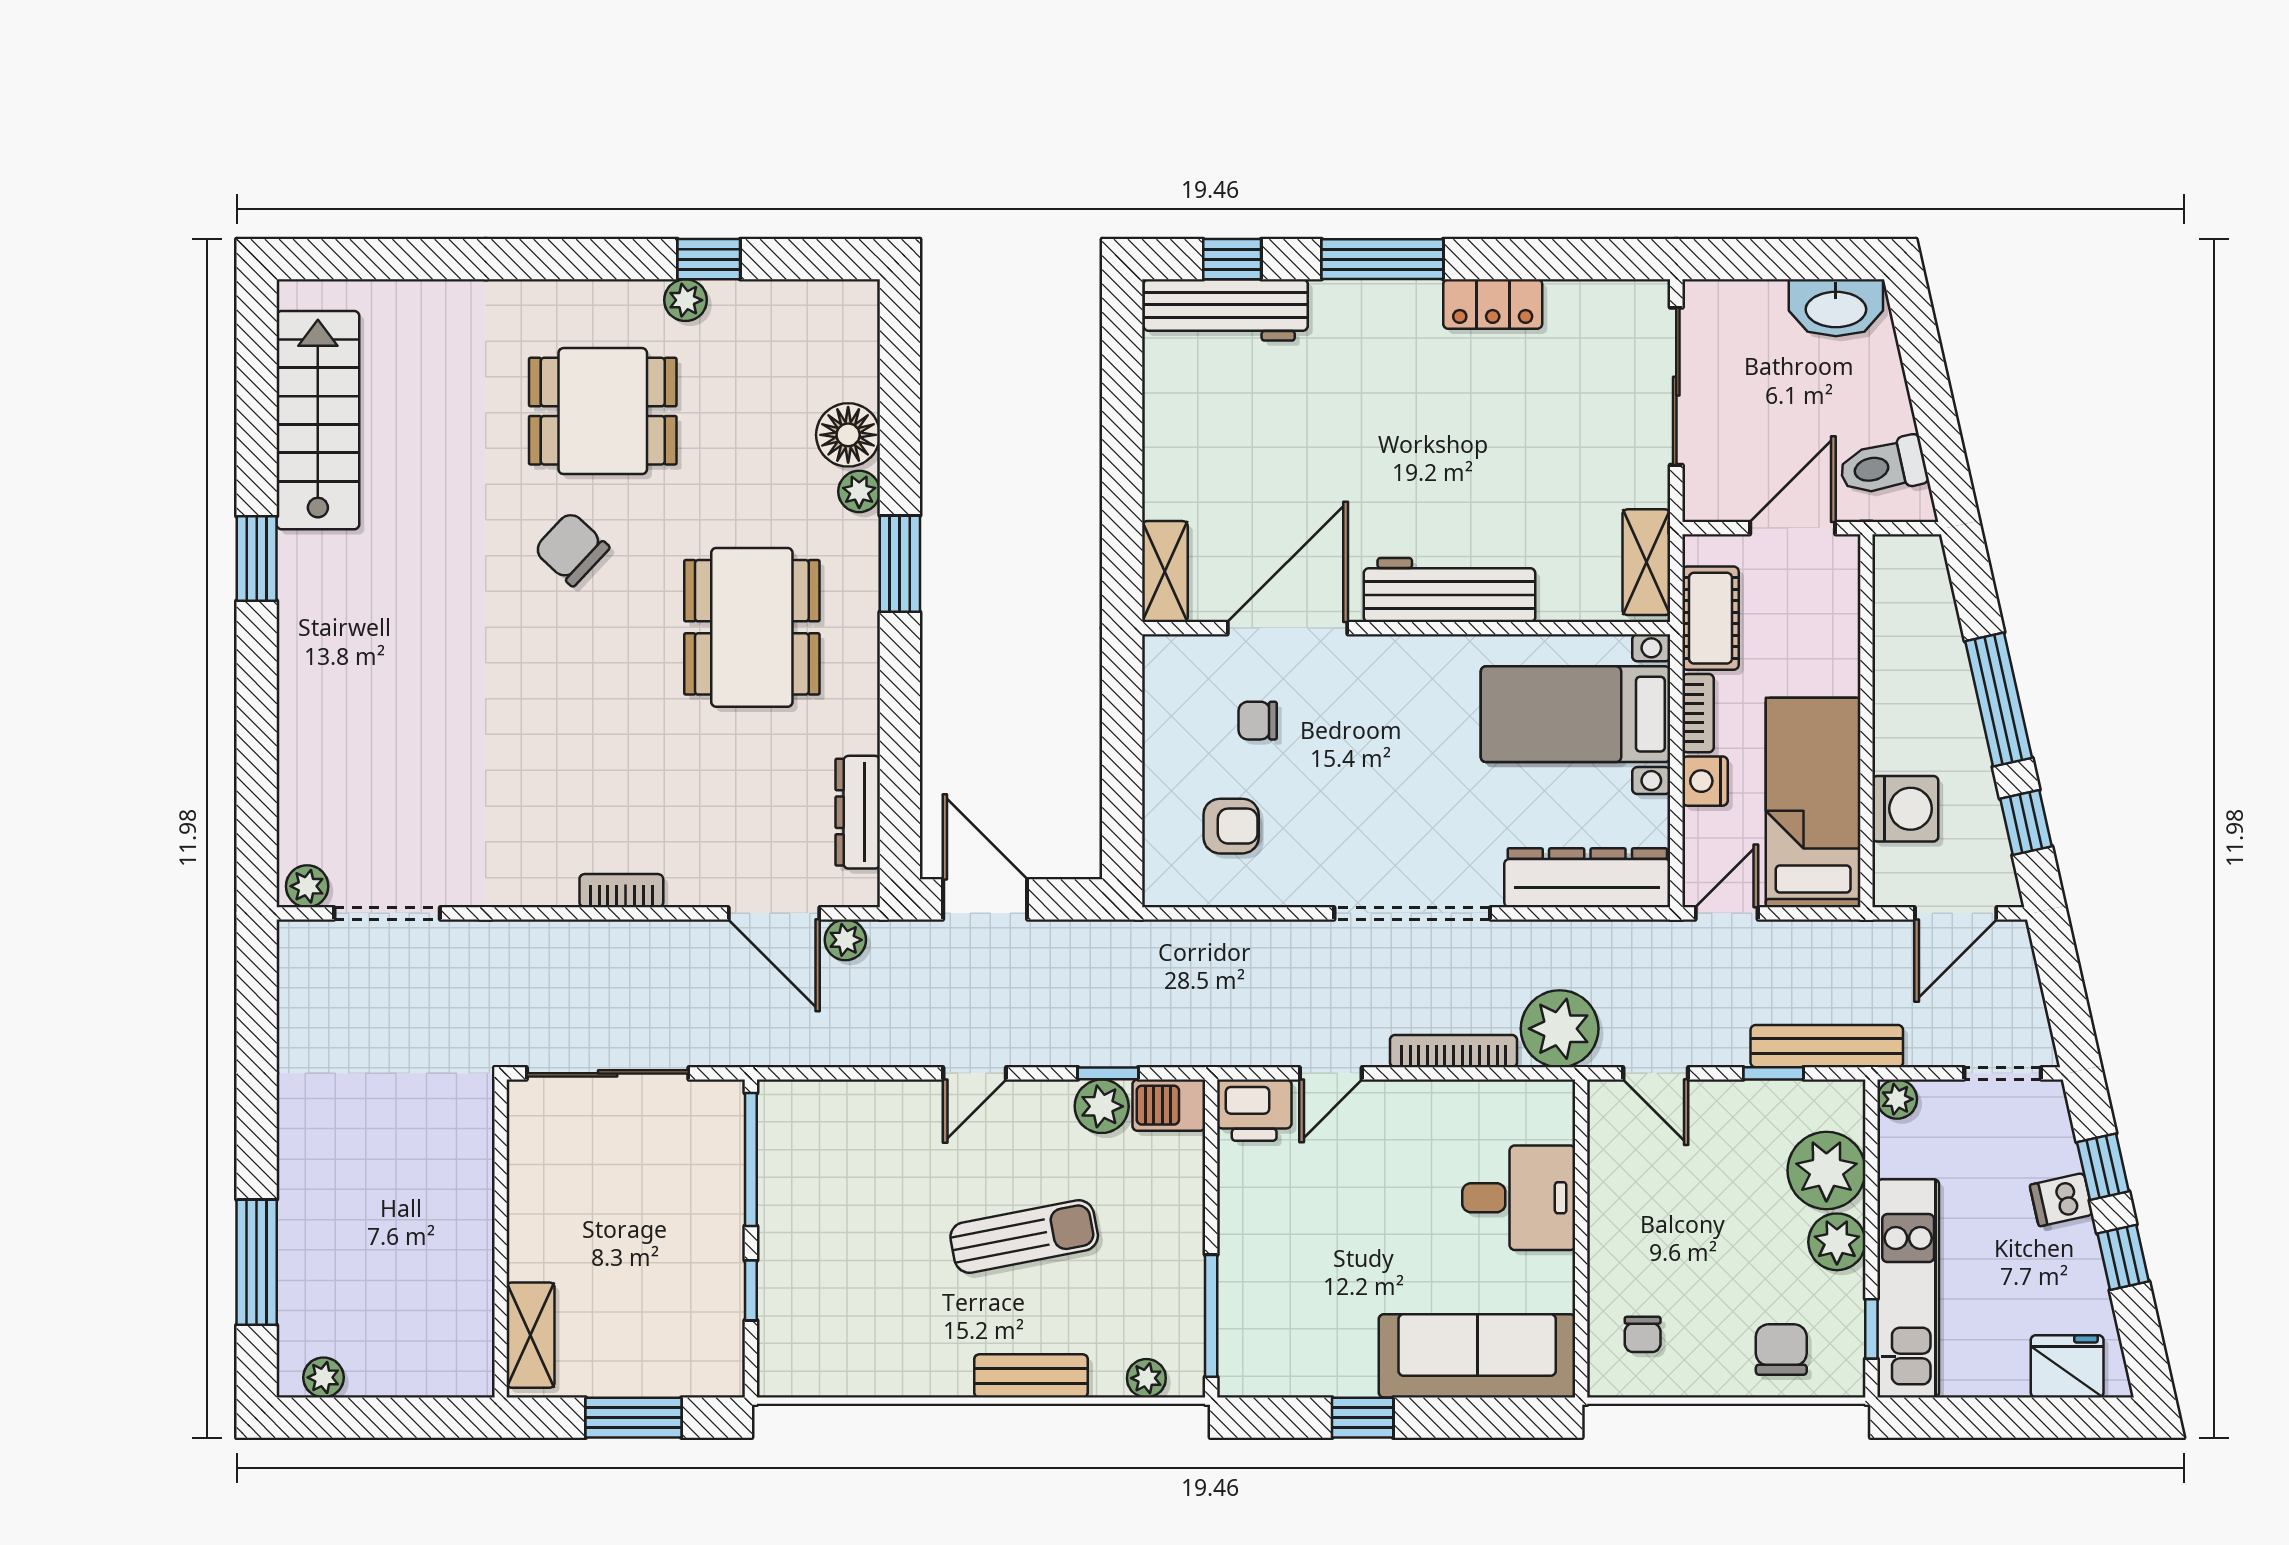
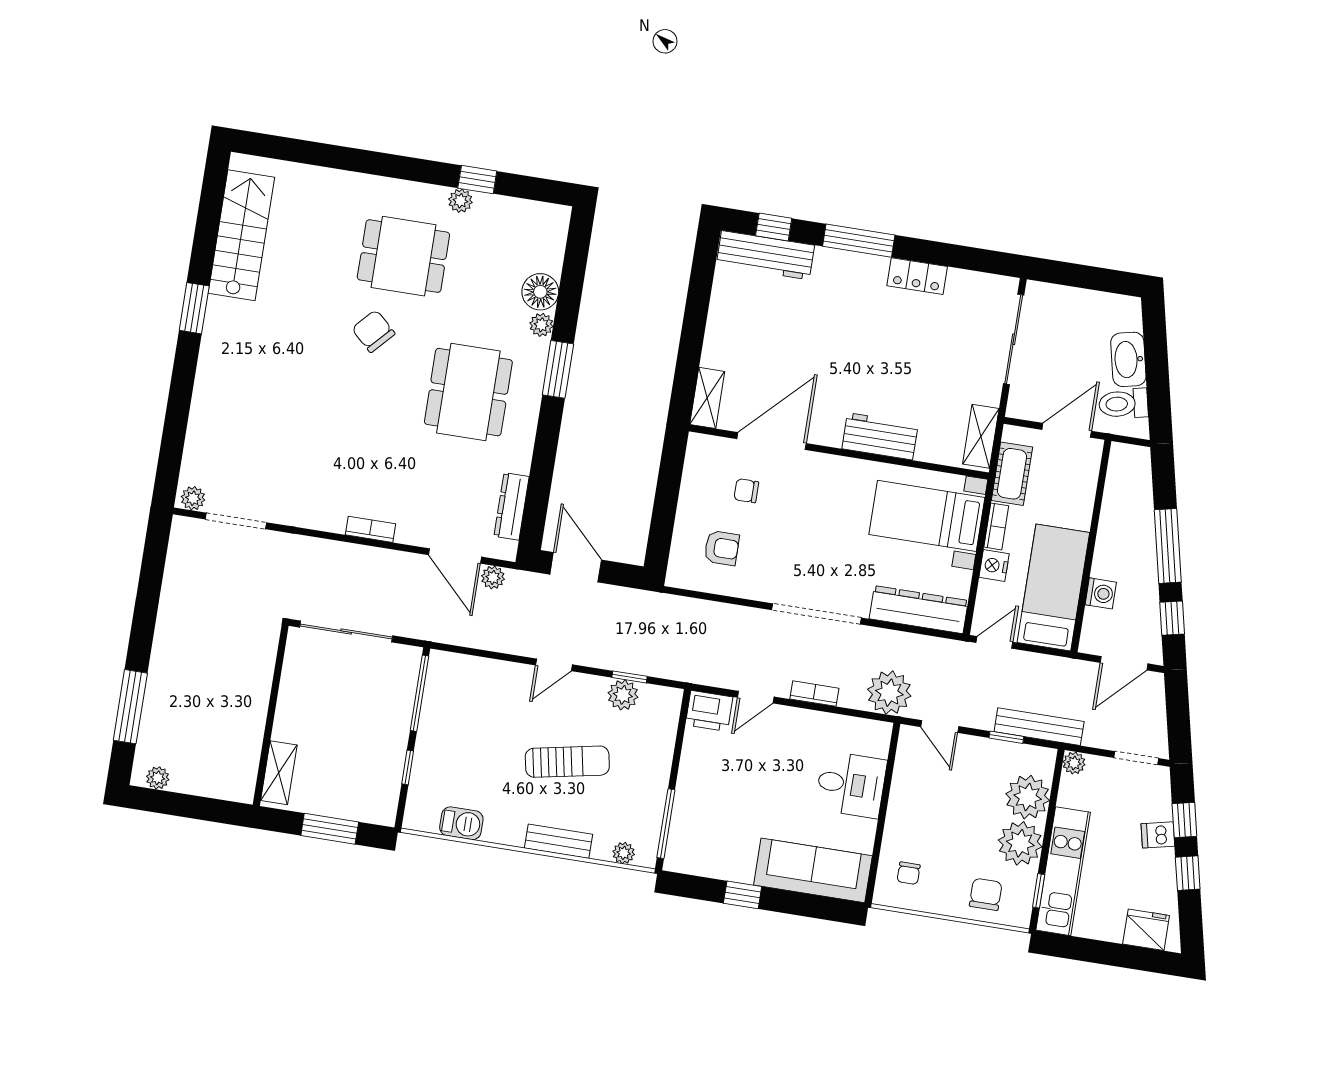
washbasin: (1836, 308) -> (1128, 359), moved, turned 77
workbench: (1450, 590) -> (880, 436), width x0.73
washing machine: (1905, 809) -> (1101, 593), width x0.73, depth x0.73
bookcase: (1454, 1051) -> (814, 694), width x0.64
barbecue: (1169, 1105) -> (461, 823), moved, turned 180
plant: (1837, 1242) -> (1020, 843), width x1.36, depth x1.36

